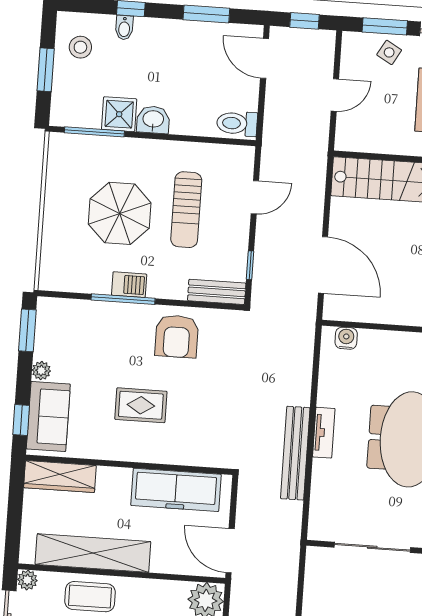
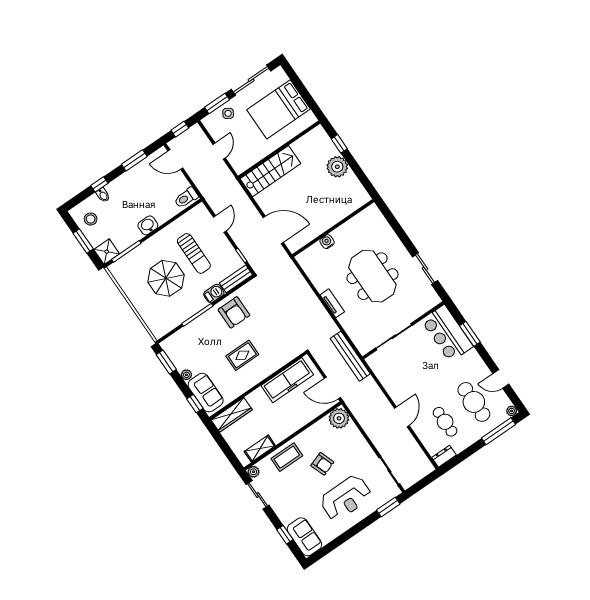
shower: (119, 114) -> (107, 252), moved
barbecue: (129, 285) -> (214, 293), moved
water cooler: (346, 338) -> (327, 242), moved
bench: (295, 453) -> (350, 356), moved
shelving: (93, 553) -> (260, 449), width x0.45, depth x0.75

